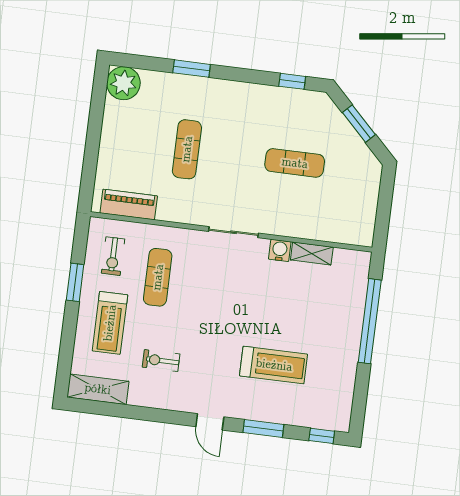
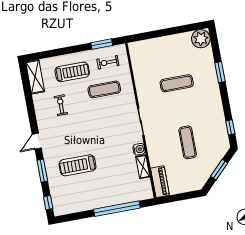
piano: (129, 204) -> (160, 182), moved
window: (75, 282) -> (102, 44), moved
treadmill: (110, 323) -> (72, 72), turned 180
treadmill: (274, 365) -> (78, 165), turned 90

